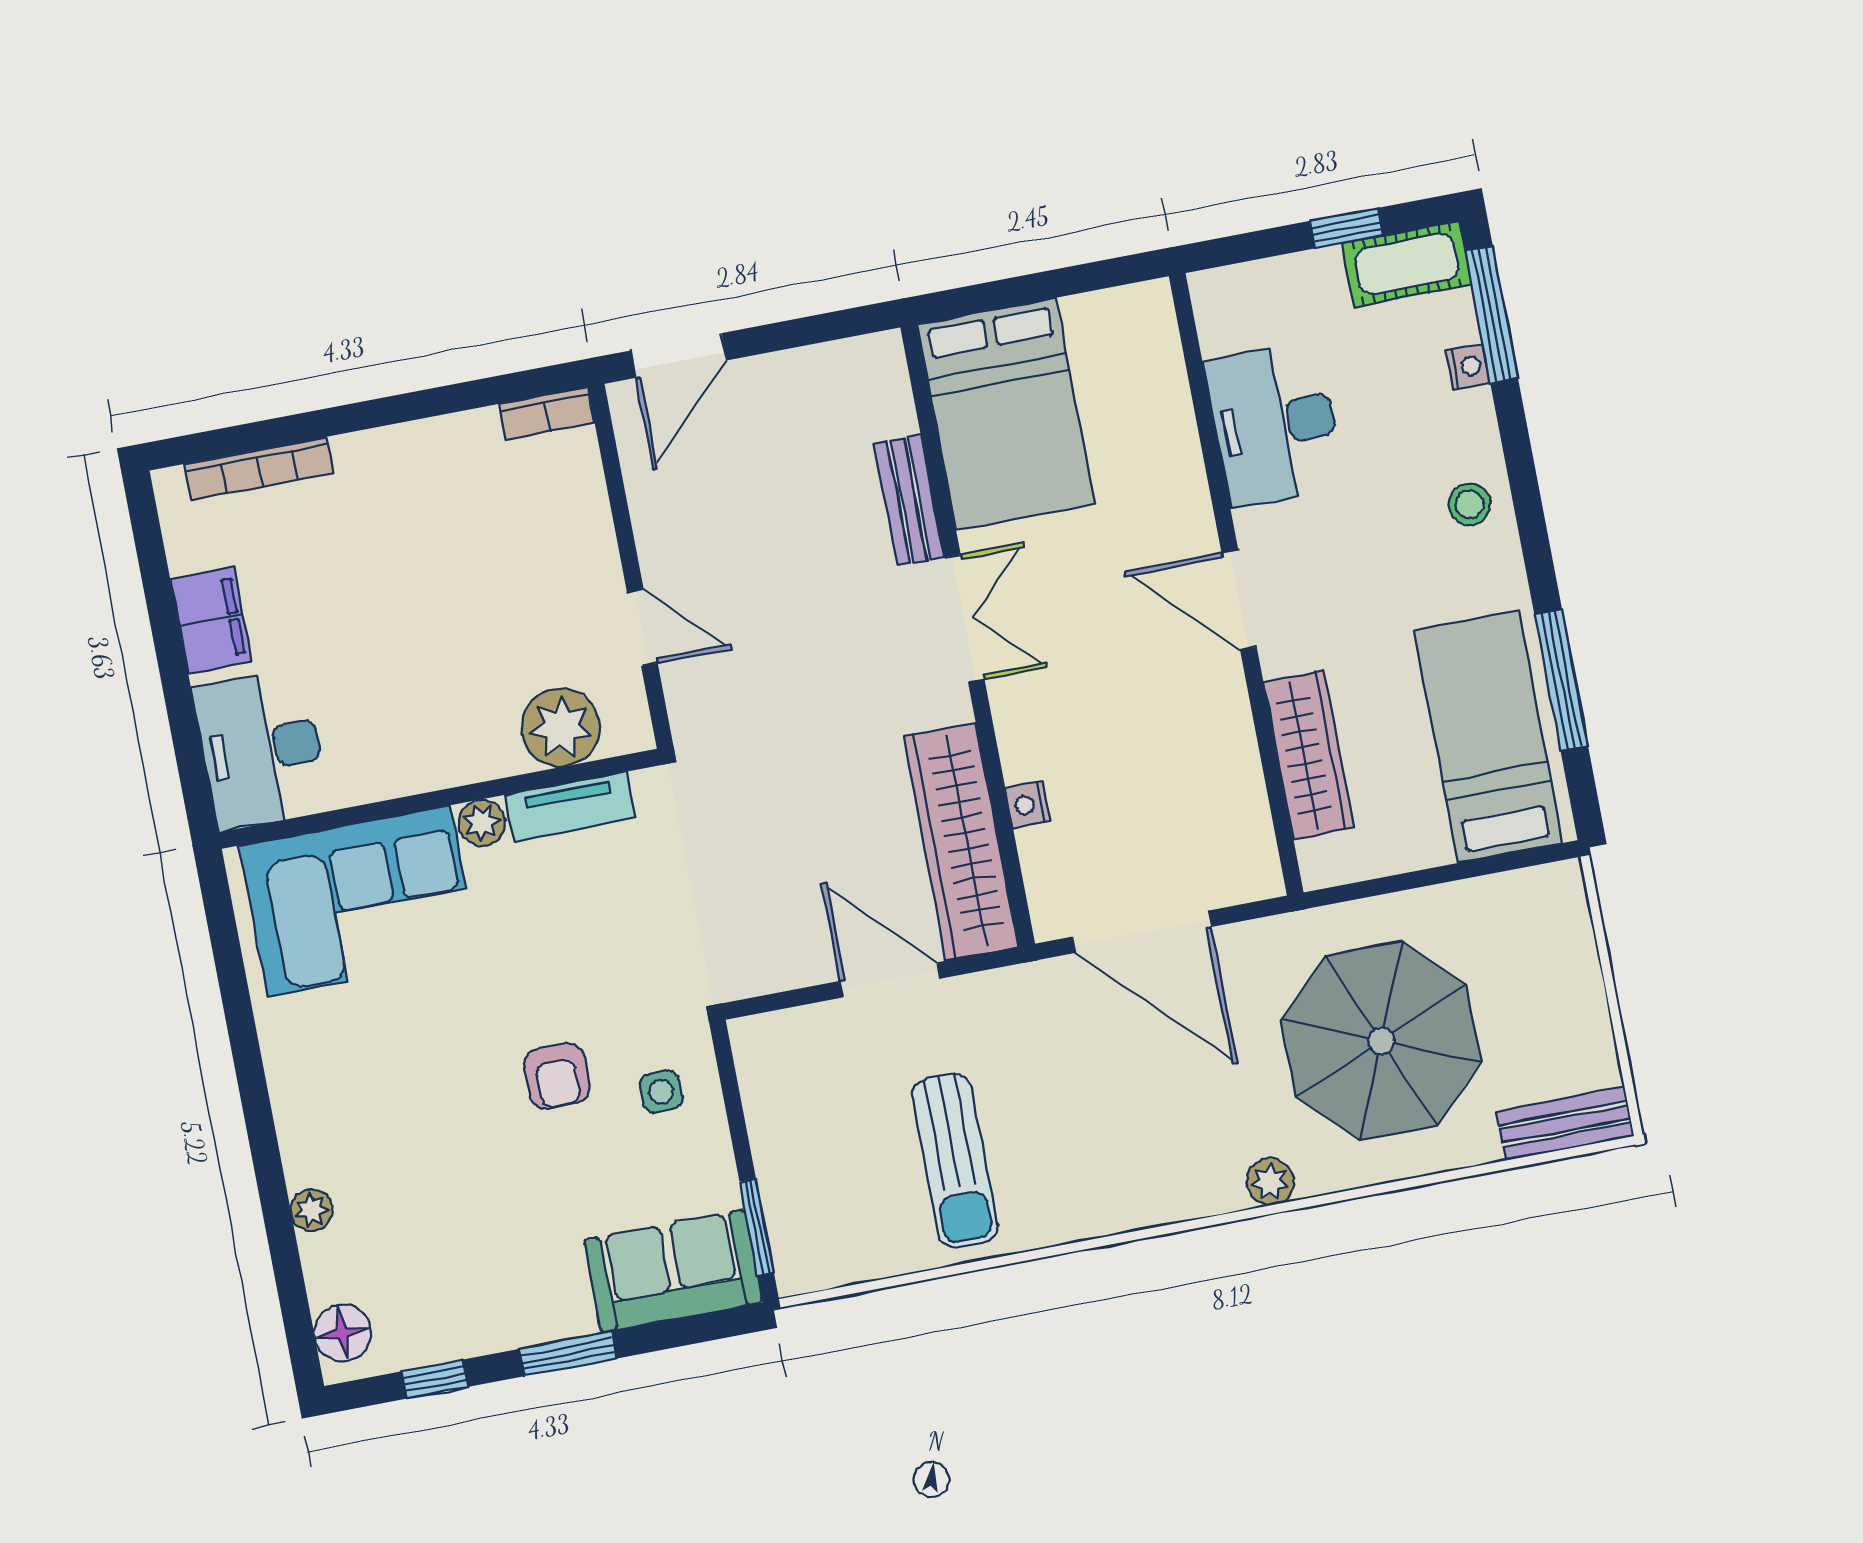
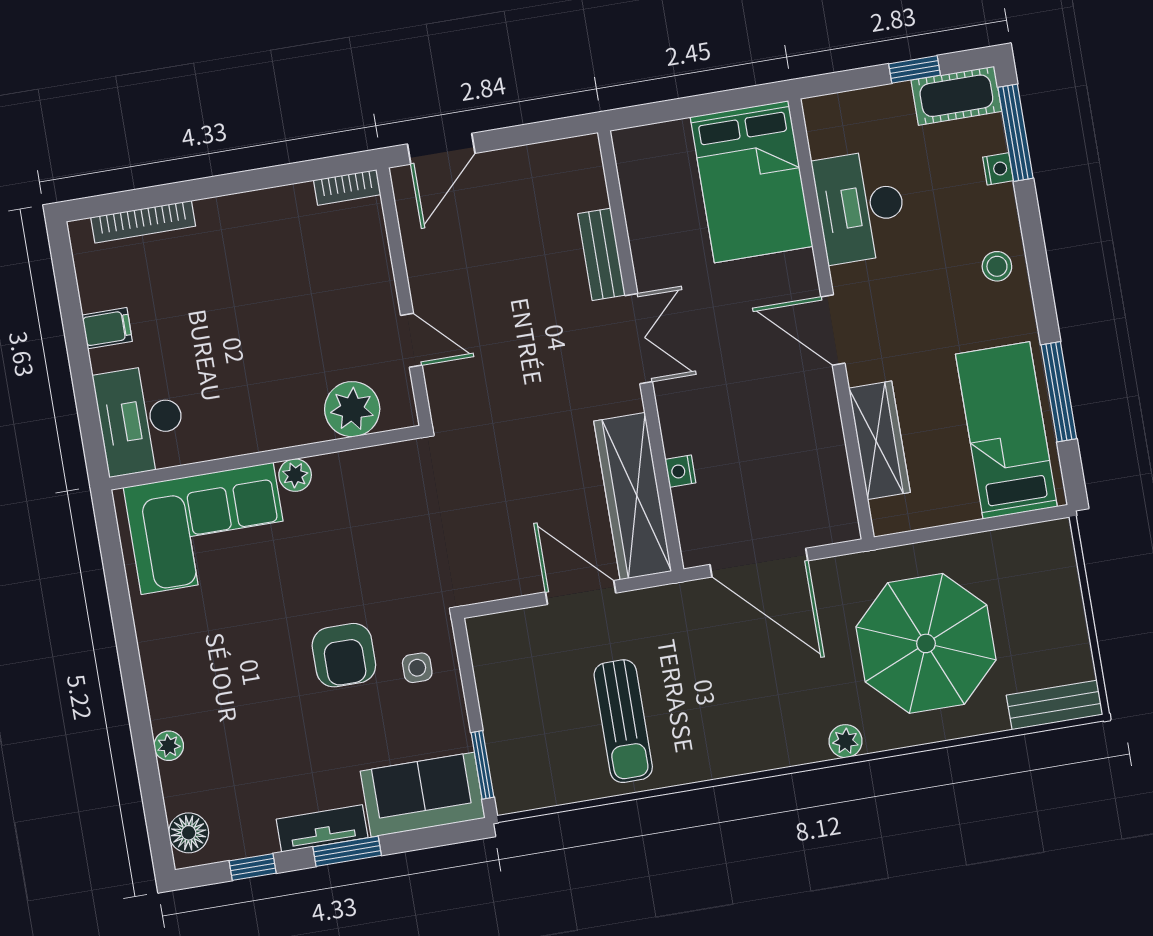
bed: (1006, 414) -> (751, 182), moved
filing cabinet: (211, 621) -> (107, 328), width x0.50
tv unit: (570, 806) -> (322, 828), moved, turned 180
armchair: (557, 1076) -> (344, 655), width x1.38, depth x1.38

